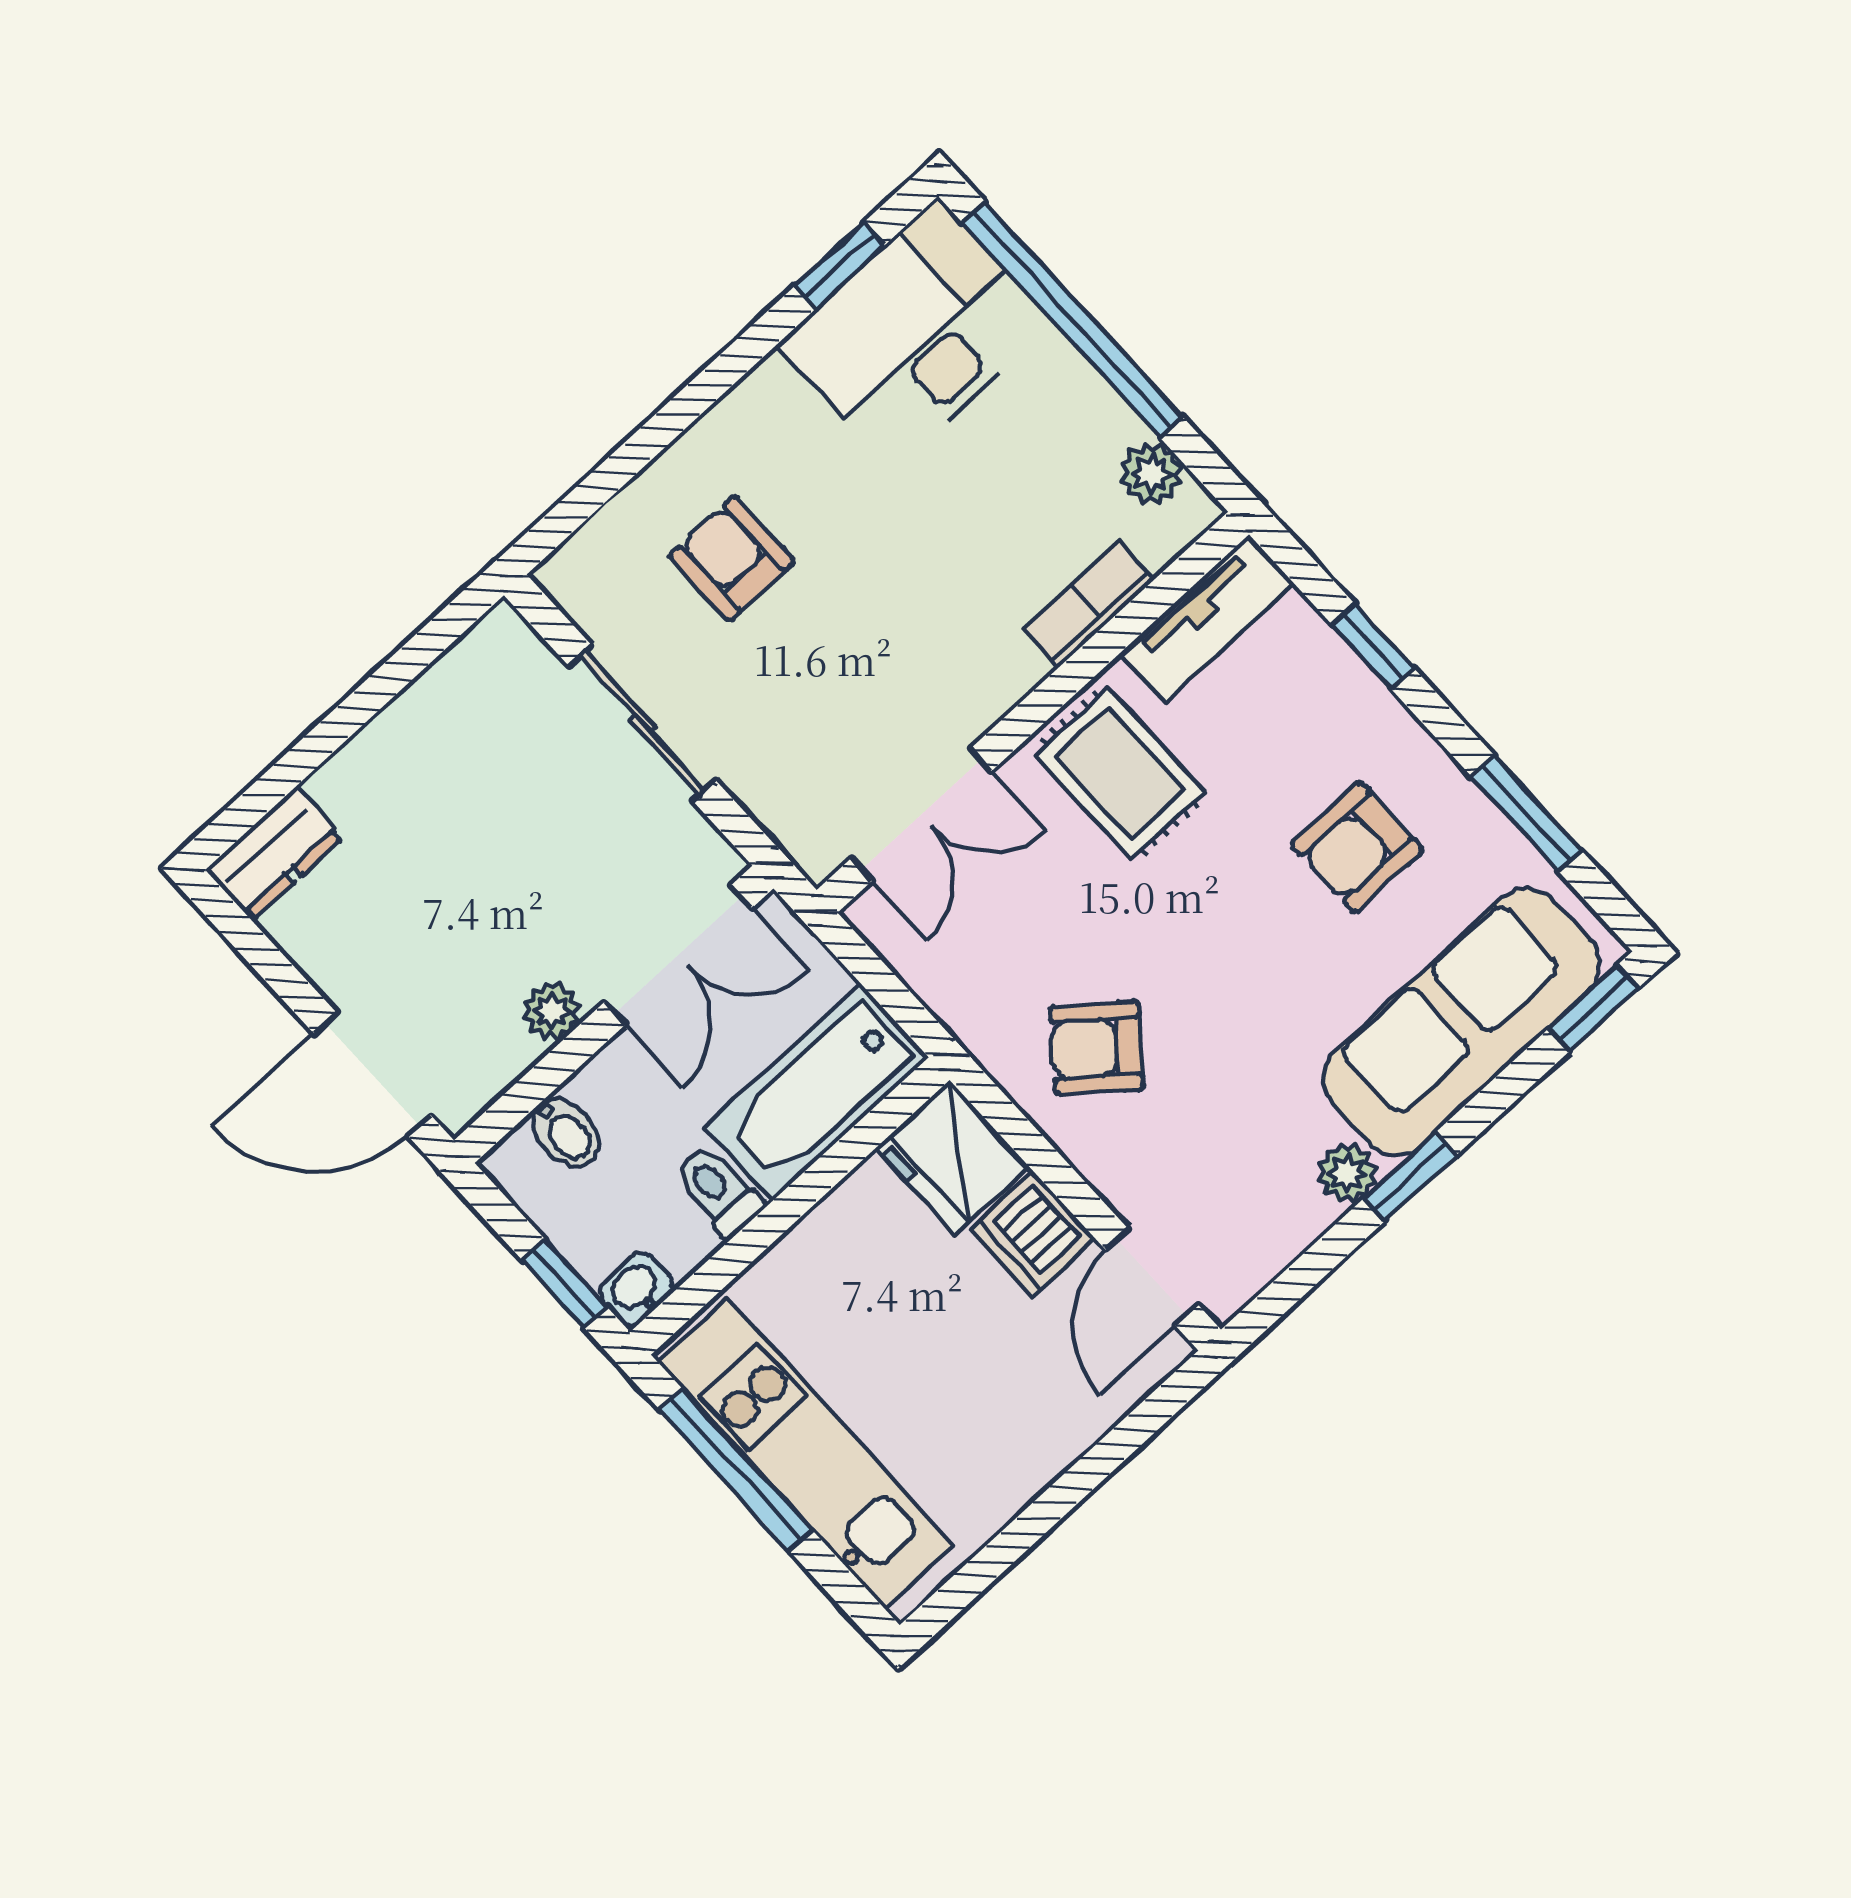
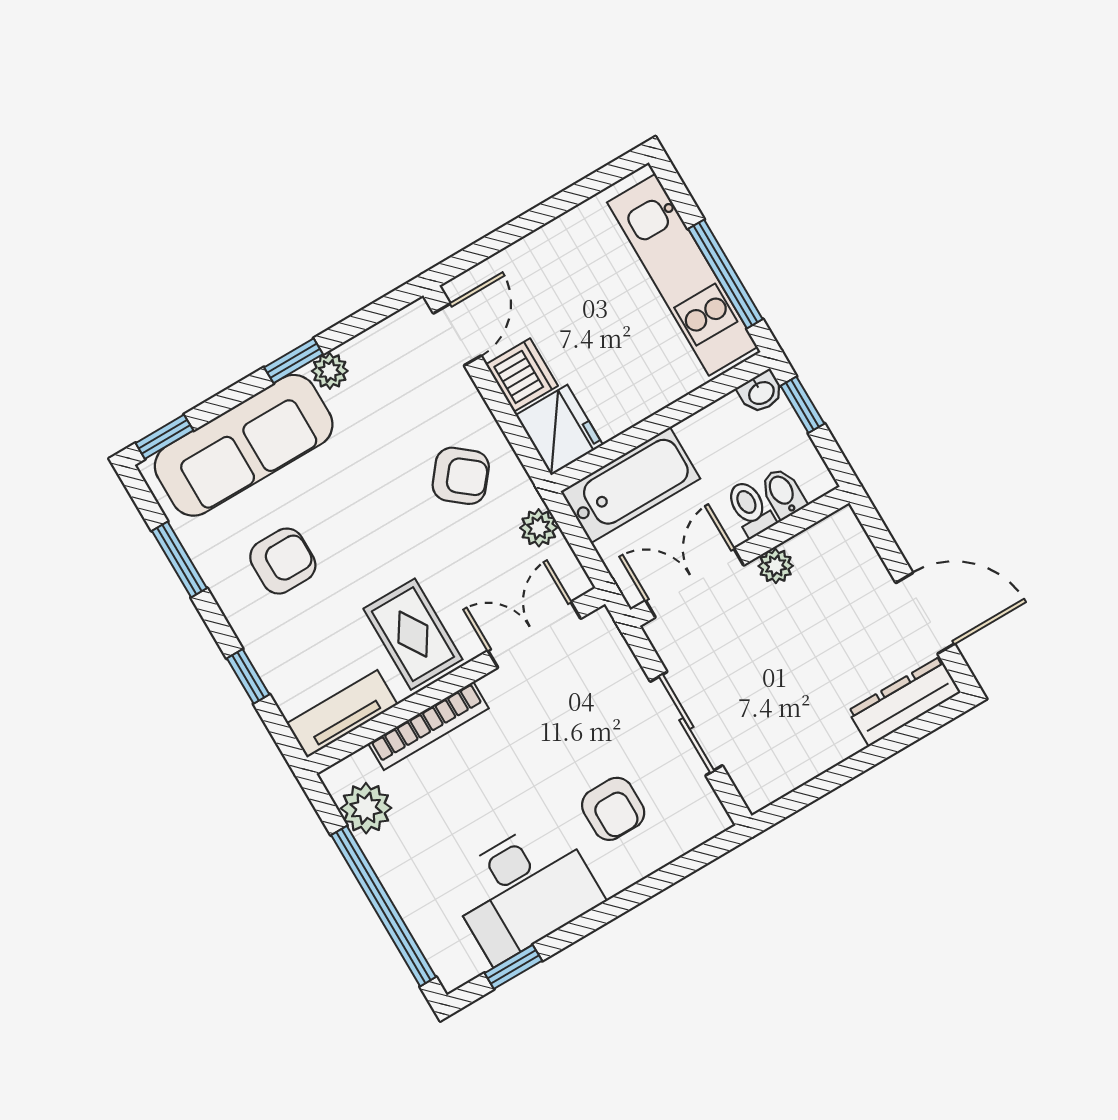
desk: (915, 334) -> (524, 890), moved
plant: (1151, 474) -> (366, 808), width x1.38, depth x1.38
bookcase: (1089, 604) -> (428, 726), width x1.56
dresser: (274, 854) -> (904, 701), width x1.44
plant: (951, 991) -> (539, 528), added
door: (372, 1074) -> (925, 613), moved
toilet: (718, 1191) -> (750, 508), moved, turned 180

